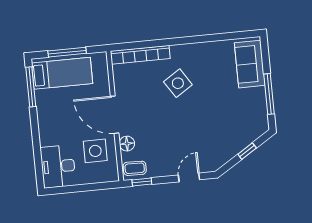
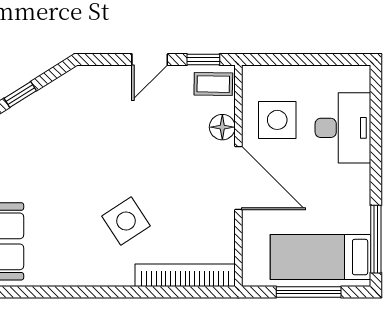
desk: (58, 166) -> (343, 128), moved
door: (189, 177) -> (150, 59), moved

